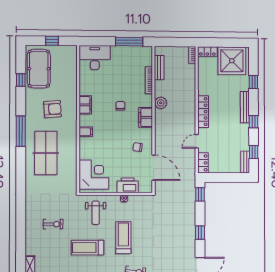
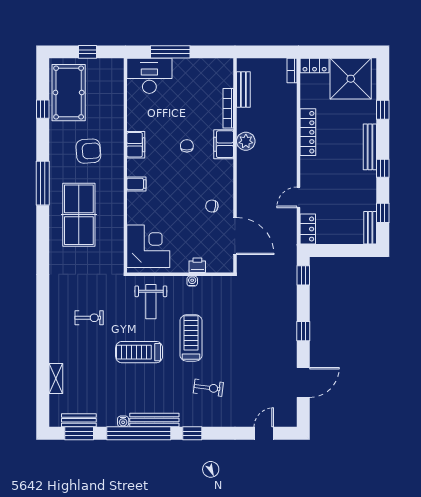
window: (129, 42) -> (170, 52), moved
locker: (203, 112) -> (308, 132), moved
filing cabinet: (146, 117) -> (224, 144), moved
printer: (128, 185) -> (197, 265), width x0.53, depth x0.68

